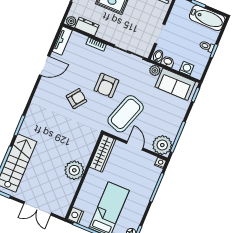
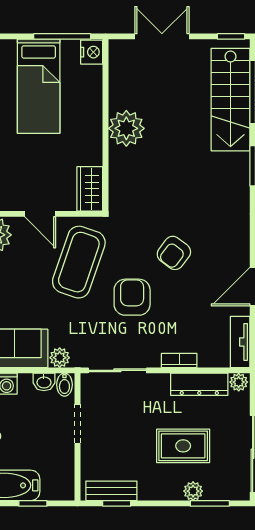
dresser: (87, 26) -> (199, 384), width x1.44
wardrobe: (103, 153) -> (90, 189), width x0.67

